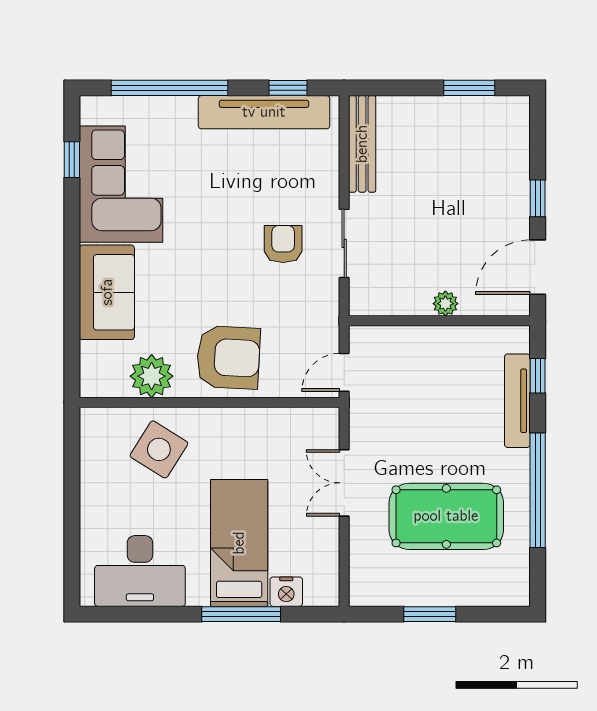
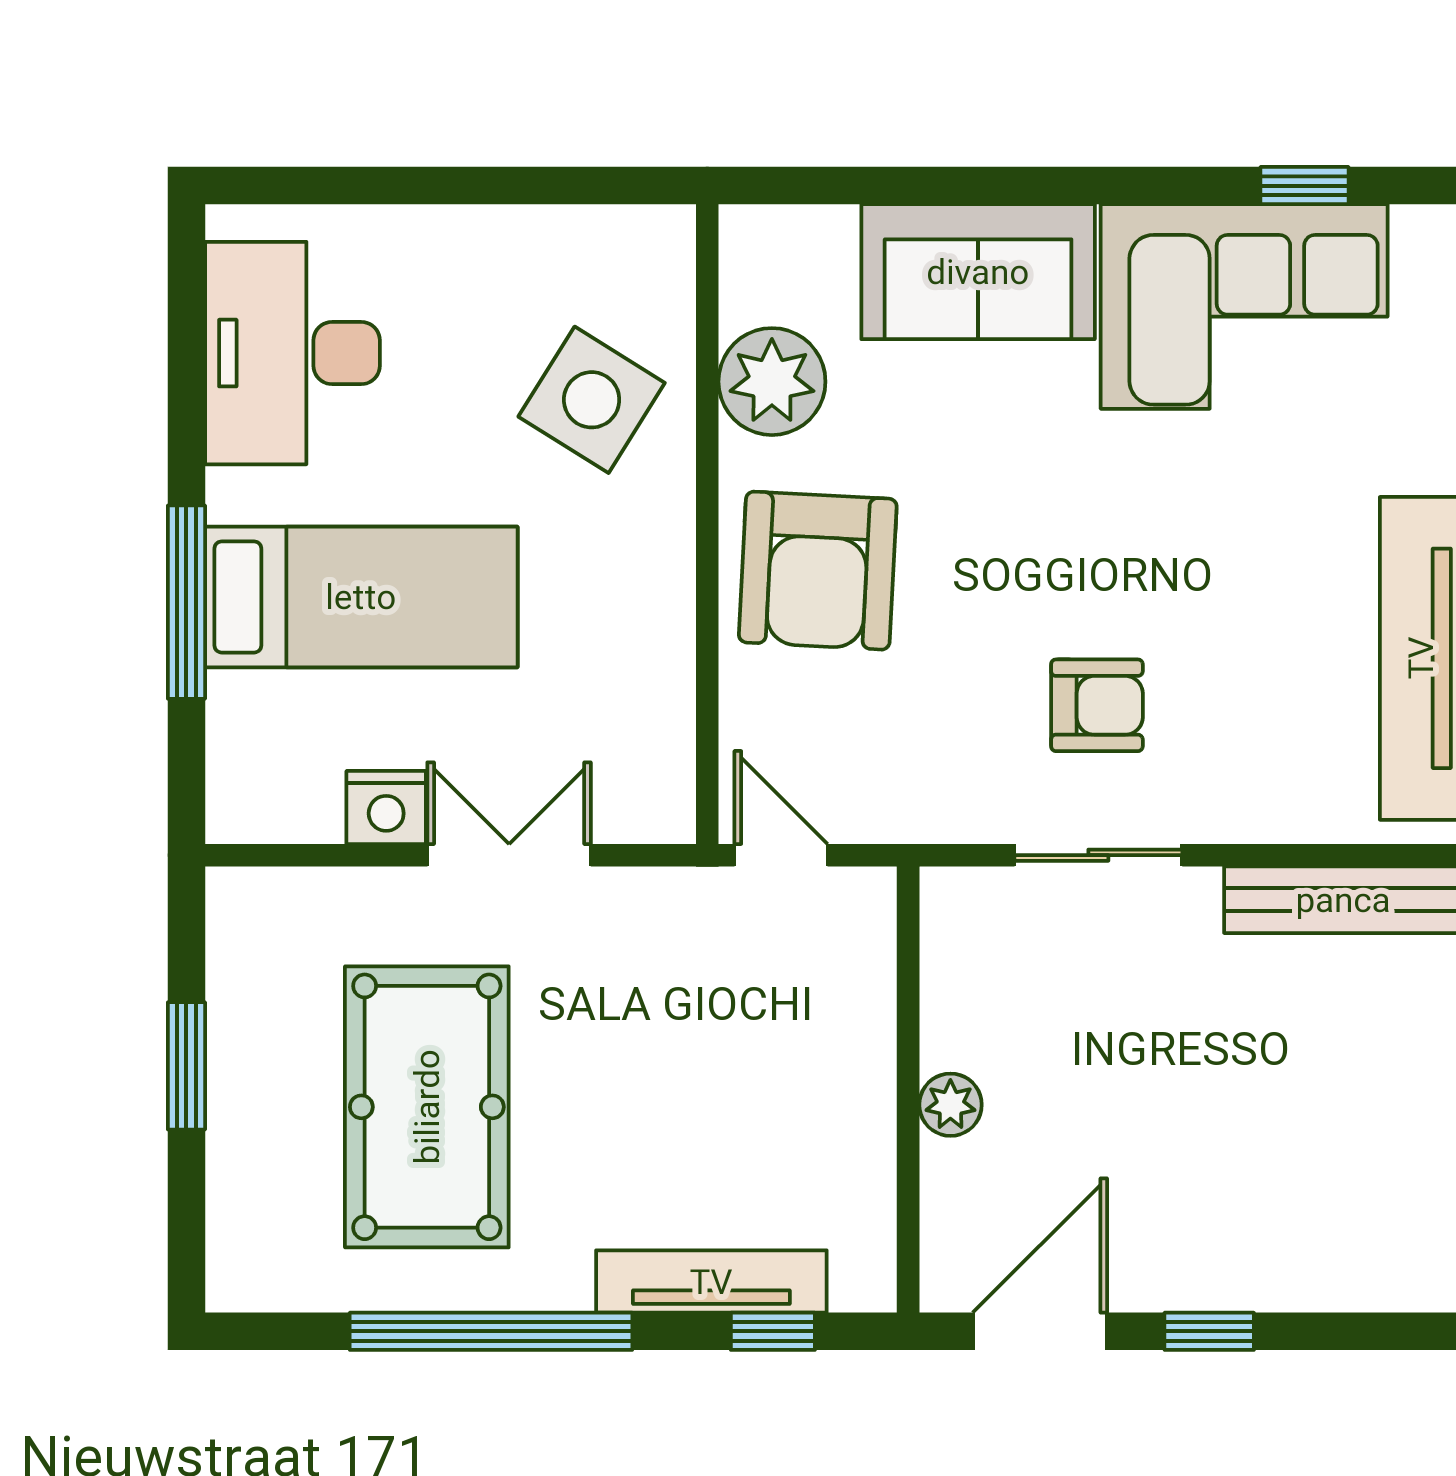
door: (538, 267) -> (1040, 1331), hinge flipped
nightstand: (286, 592) -> (386, 807), moved, turned -90

